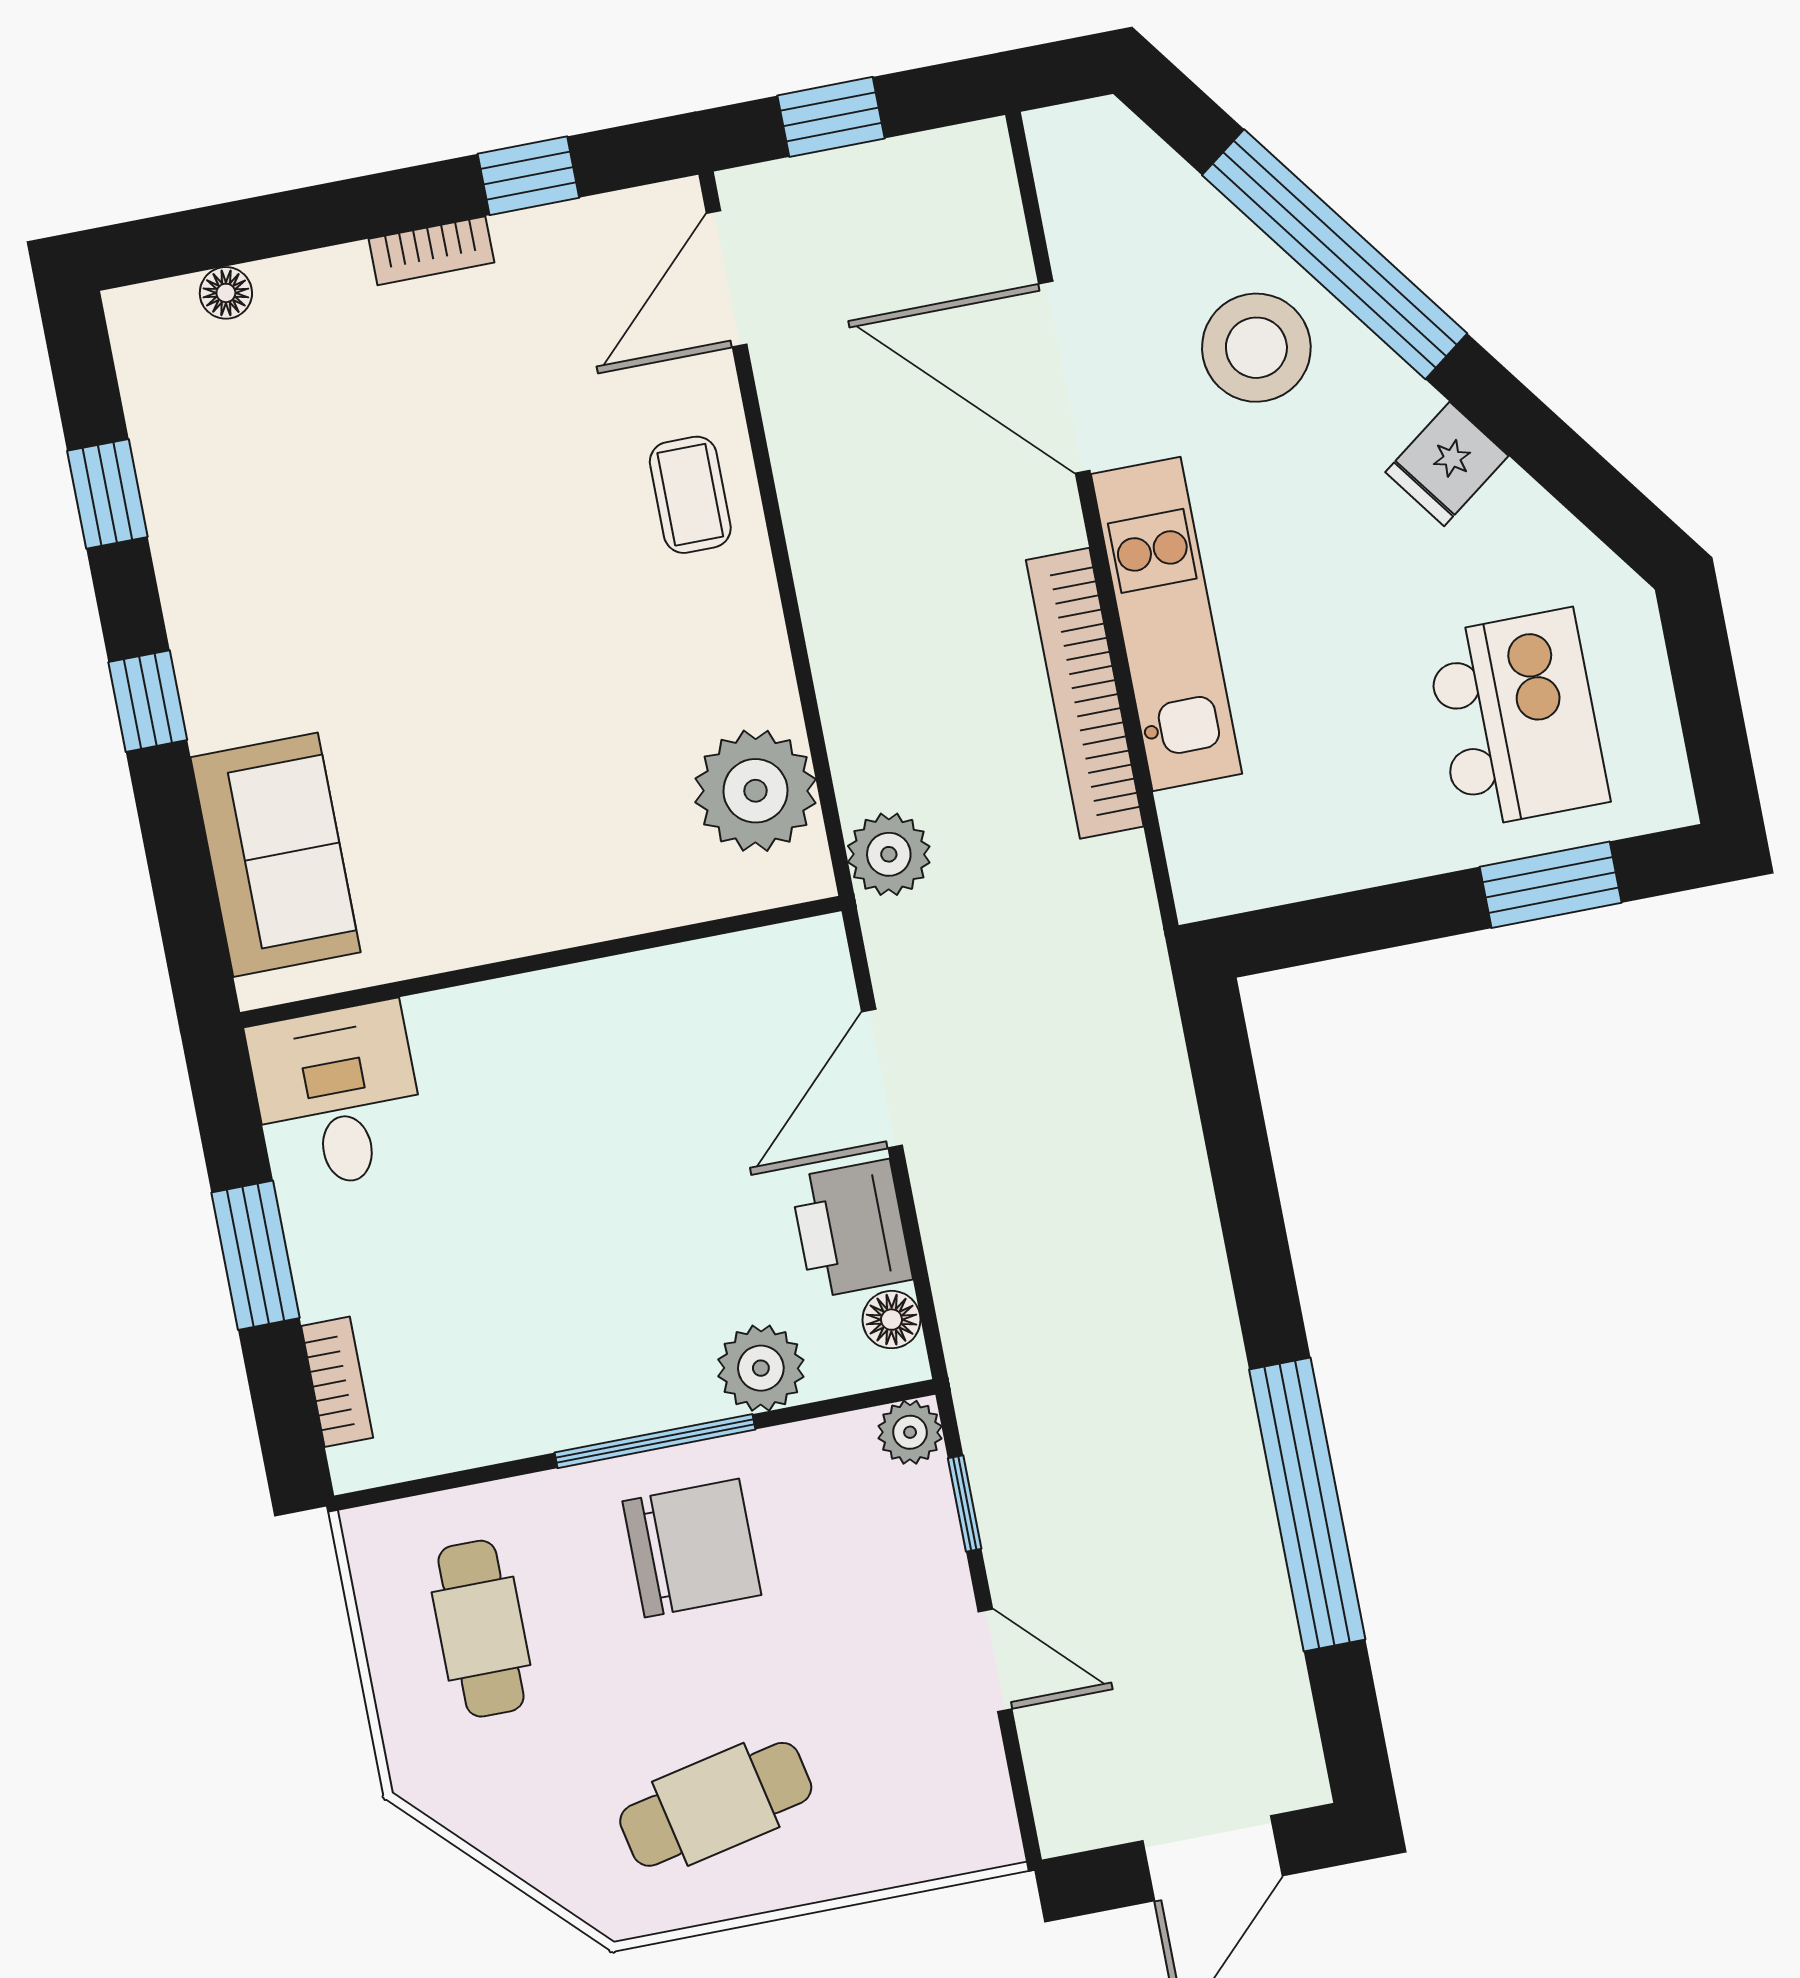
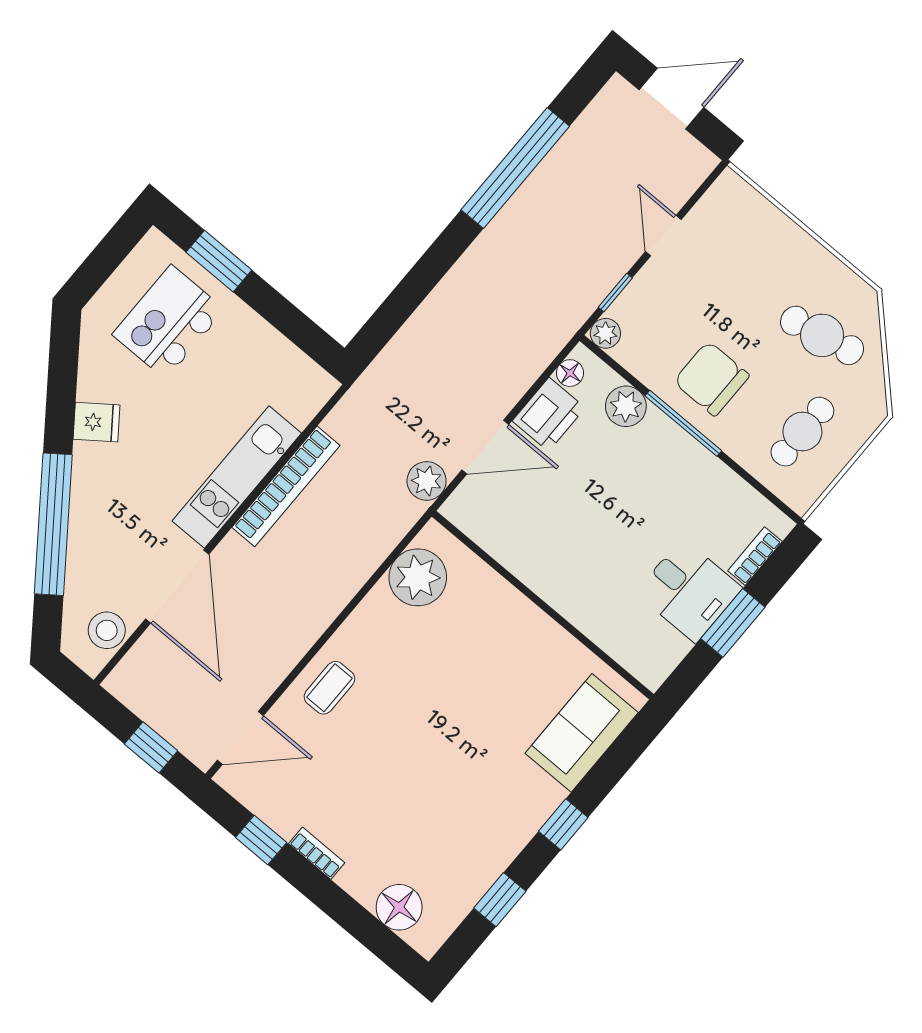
floor lamp: (226, 293) -> (399, 907), width x1.89, depth x1.89
stool: (1256, 348) -> (107, 630), moved, width x0.73, depth x0.73
plant: (889, 854) -> (427, 481), moved
desk: (337, 1096) -> (689, 590), moved, turned -90
cafe table: (716, 1804) -> (822, 335), moved

